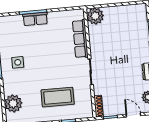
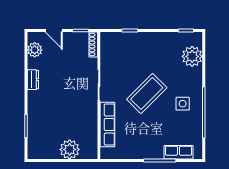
plant: (95, 16) -> (70, 149), moved
row of seats: (35, 19) -> (179, 152), moved
coffee table: (58, 97) -> (147, 93), moved, turned -45

